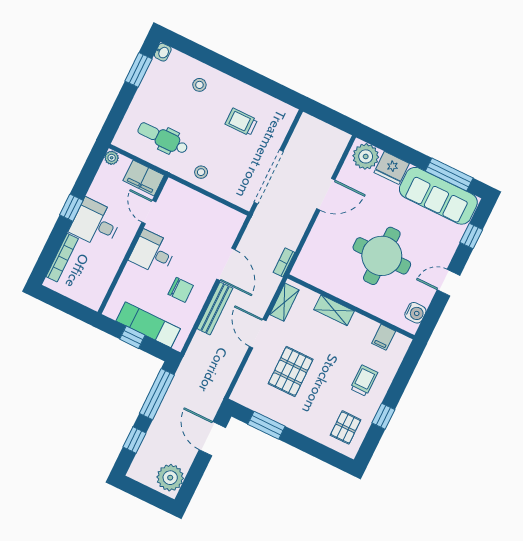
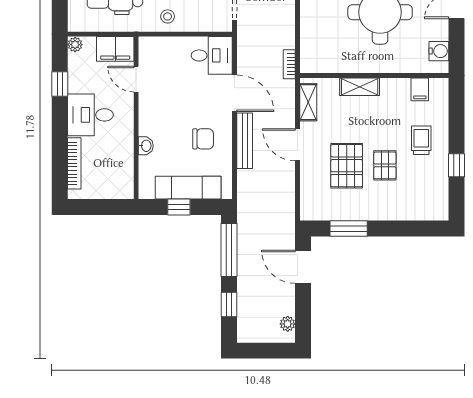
window: (71, 208) -> (60, 84), moved
desk: (153, 253) -> (212, 55), moved, turned 180
washbasin: (130, 272) -> (146, 146), added
pallet: (346, 427) -> (385, 165), moved
plant: (170, 478) -> (288, 324), width x0.53, depth x0.53

